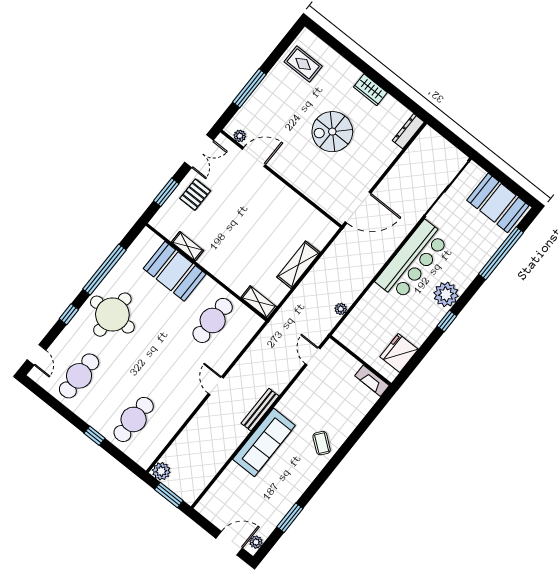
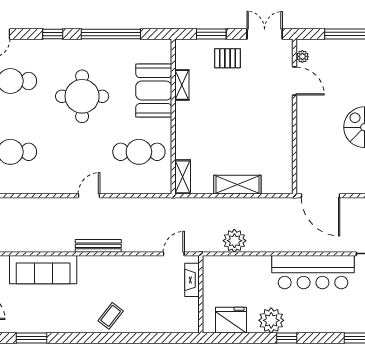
double door: (199, 151) -> (265, 34), swing flipped
plant: (446, 294) -> (271, 320), moved
plant: (341, 309) -> (234, 241), width x1.88, depth x1.88
round table: (112, 315) -> (82, 96), moved
fireplace: (372, 381) -> (192, 280), moved
sofa: (264, 442) -> (43, 270), moved

